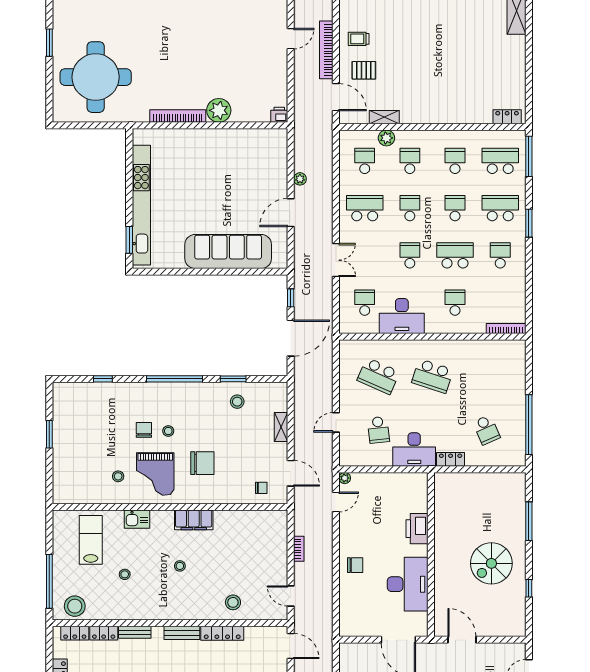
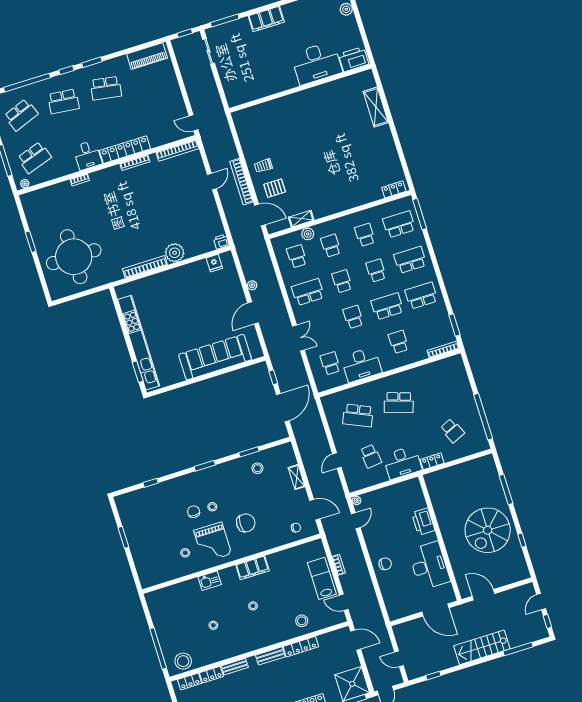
fridge: (263, 138) -> (214, 263), added
window: (529, 223) -> (454, 325), moved
school desk: (500, 255) -> (421, 296), width x1.85
window: (175, 379) -> (205, 466), width x0.47
lab bench: (91, 540) -> (322, 578), moved
spiral stairs: (491, 563) -> (488, 530), width x1.37, depth x1.37

